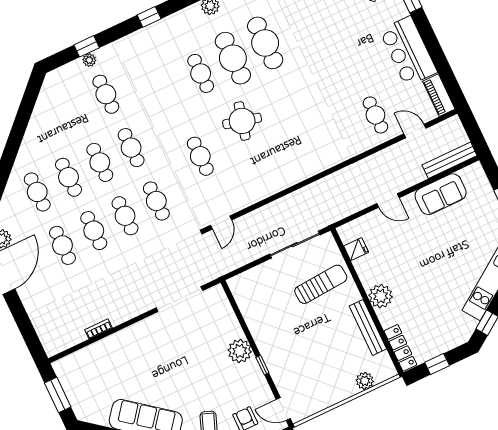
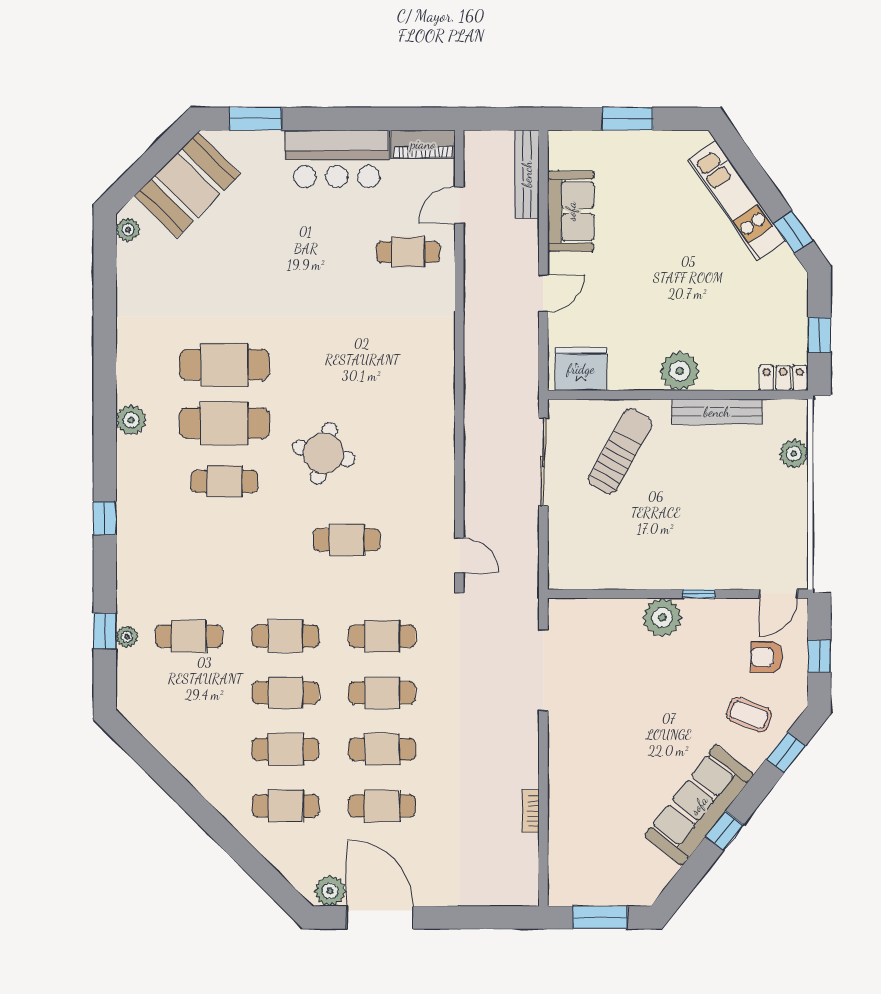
fridge: (356, 249) -> (581, 369), width x1.88, depth x1.34
sun lounger: (321, 284) -> (620, 451), turned 33
locker: (400, 348) -> (783, 378), width x0.66

